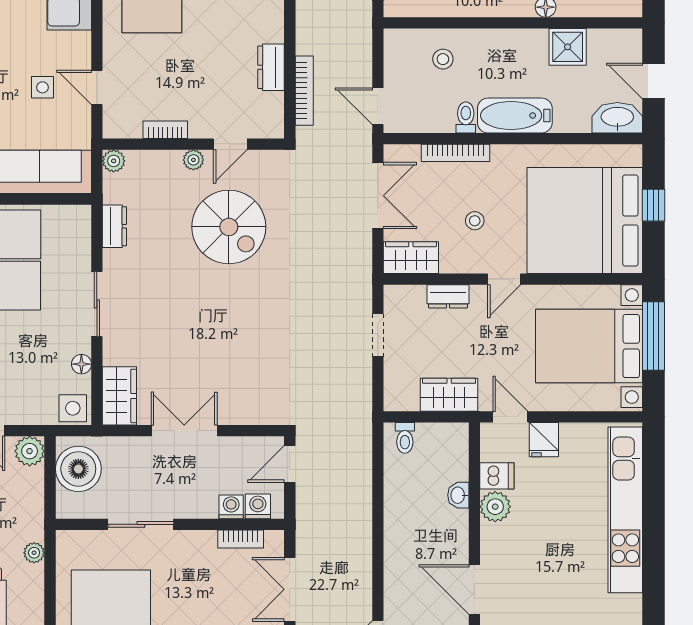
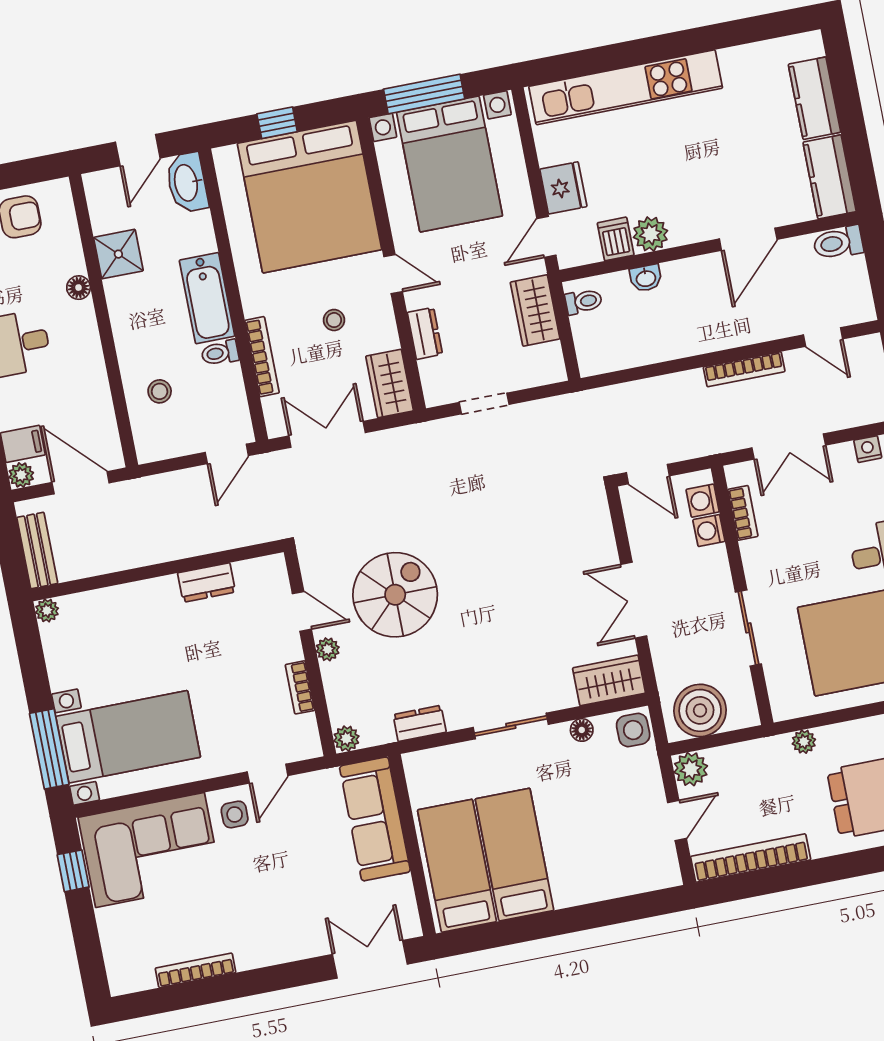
side table: (42, 87) -> (235, 814), moved
bookcase: (304, 91) -> (744, 369), moved, turned 180
toilet: (405, 438) -> (584, 302), moved
fridge: (544, 440) -> (563, 188), width x1.38

